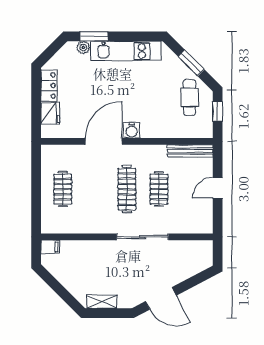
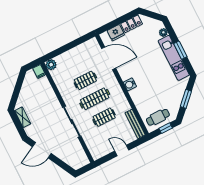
window: (94, 36) -> (180, 50), moved
cafe table: (190, 97) -> (158, 117), moved
door: (104, 141) -> (109, 58), moved
clothes rail: (63, 189) -> (85, 80), moved
plant: (49, 225) -> (51, 65), added
door: (161, 298) -> (42, 150), hinge flipped

